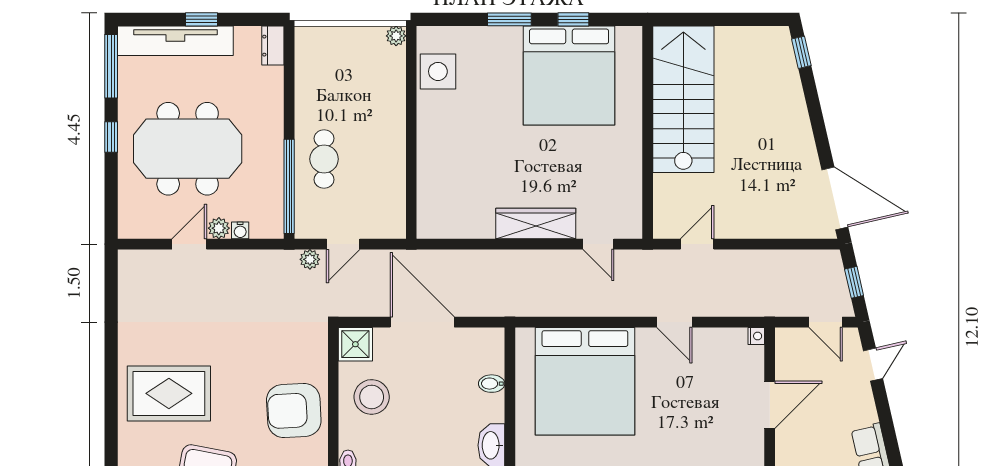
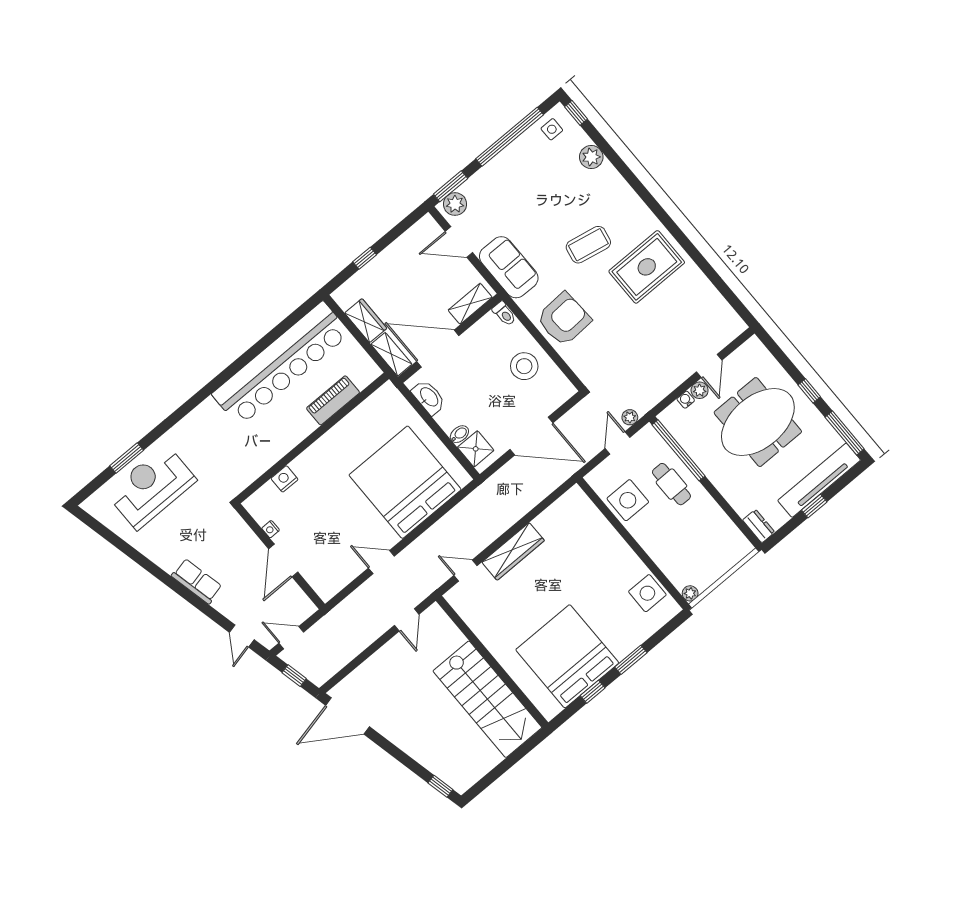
side table: (380, 179) -> (628, 500), added
nightstand: (756, 336) -> (271, 529), moved
shower: (355, 344) -> (476, 449), moved

